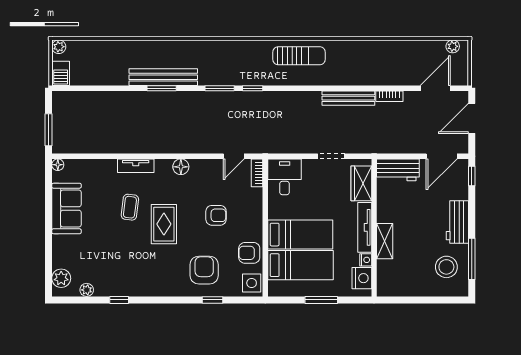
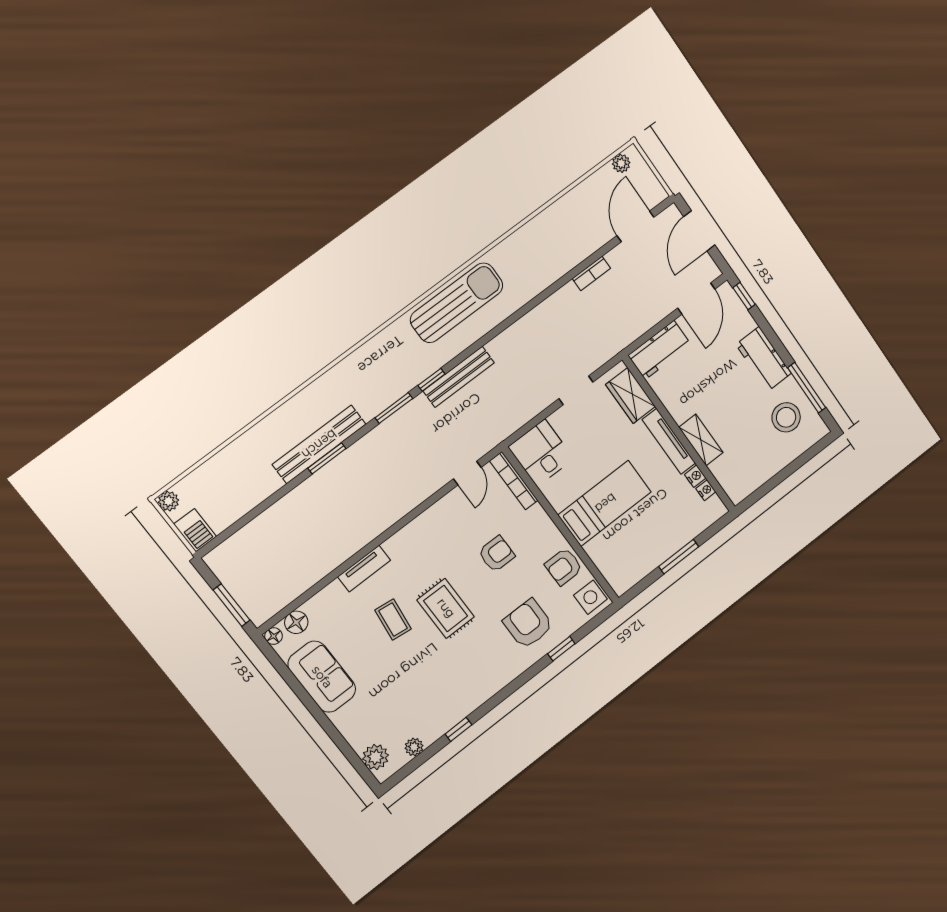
sun lounger: (299, 56) -> (457, 303), width x1.36, depth x1.34
bench: (348, 98) -> (459, 377), moved
floor lamp: (181, 167) -> (296, 622), moved
bookcase: (257, 173) -> (514, 481), width x1.56
bed: (300, 265) -> (629, 537), removed
nightstand: (362, 278) -> (706, 490), width x0.53, depth x0.56

